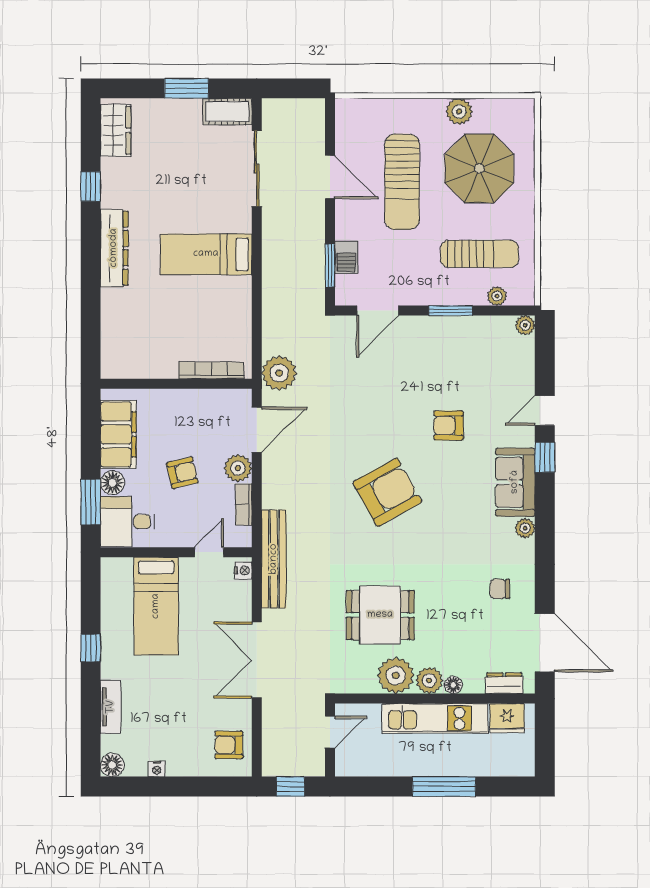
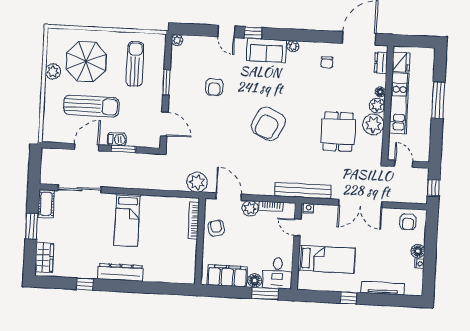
wardrobe: (116, 130) -> (44, 258), moved, turned 90
barbecue: (346, 257) -> (117, 139), moved
window: (330, 265) -> (123, 149), moved
plant: (497, 296) -> (160, 55), removed
armchair: (448, 425) -> (214, 87), moved
armchair: (182, 473) -> (216, 228), moved
armchair: (387, 492) -> (268, 124), turned -125
tv unit: (111, 707) -> (383, 288), width x1.41
floor lamp: (112, 765) -> (418, 251), moved

